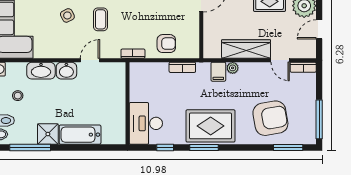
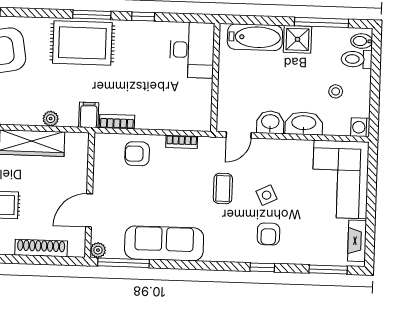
filing cabinet: (218, 72) -> (89, 115), moved
wall: (127, 103) -> (215, 77), moved
desk: (146, 123) -> (192, 50), moved

